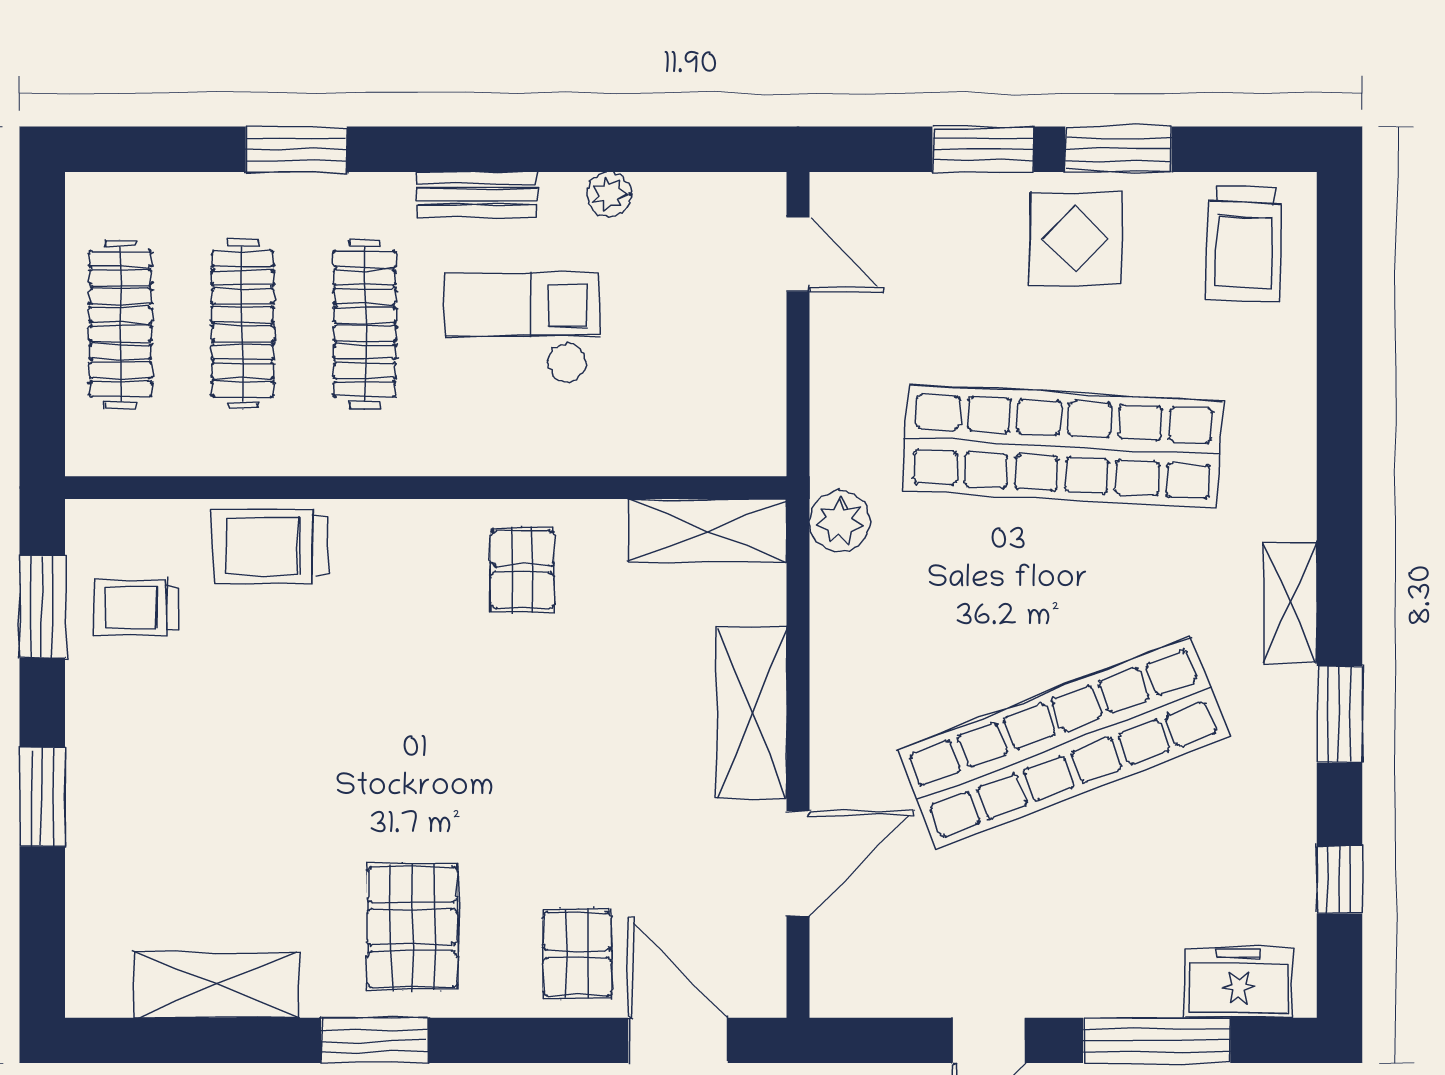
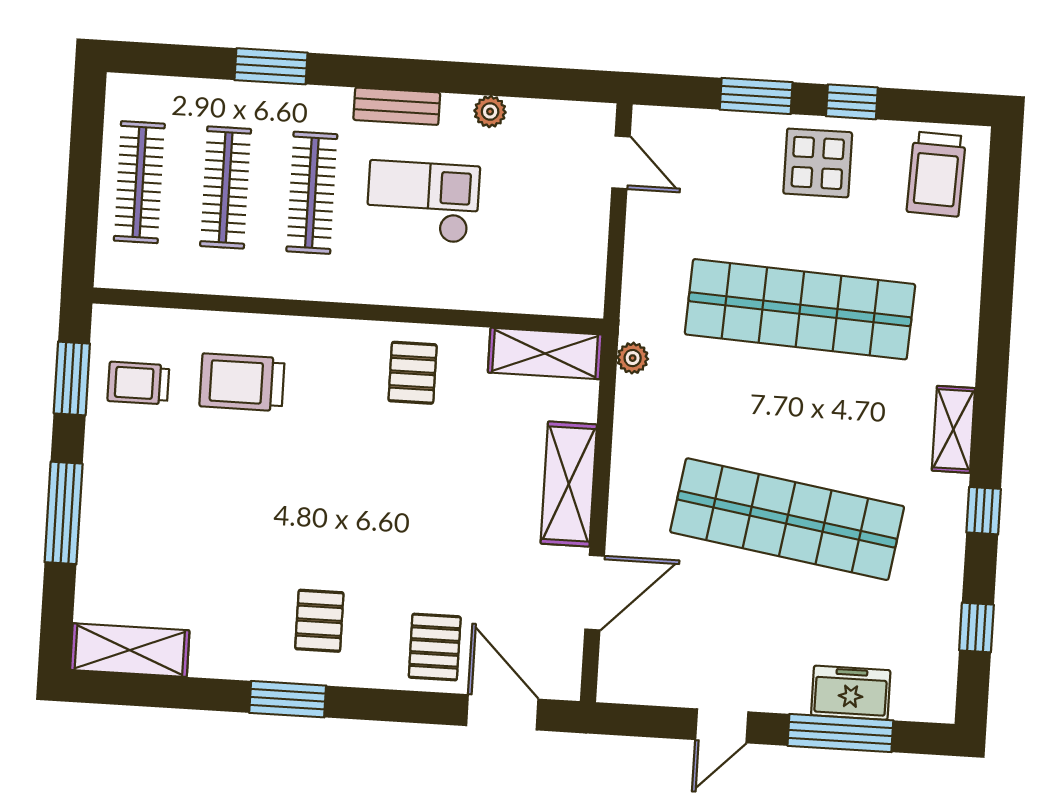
window: (1118, 149) -> (852, 102), width x0.67
plant: (840, 521) -> (633, 358), width x0.73, depth x0.73
trolley: (271, 546) -> (242, 382), moved
window: (1339, 714) -> (984, 511), width x0.67
shop shelf: (1063, 743) -> (787, 519), turned 30
window: (42, 797) -> (64, 513), width x1.44
pallet: (412, 927) -> (319, 621), width x0.67, depth x0.71
freezer: (1238, 983) -> (851, 693), moved
shelving: (217, 985) -> (130, 650), moved

